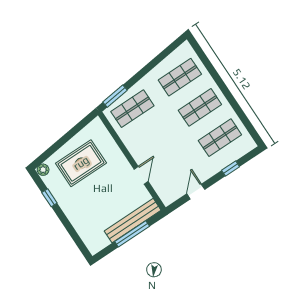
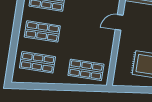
window: (115, 96) -> (90, 88), removed

